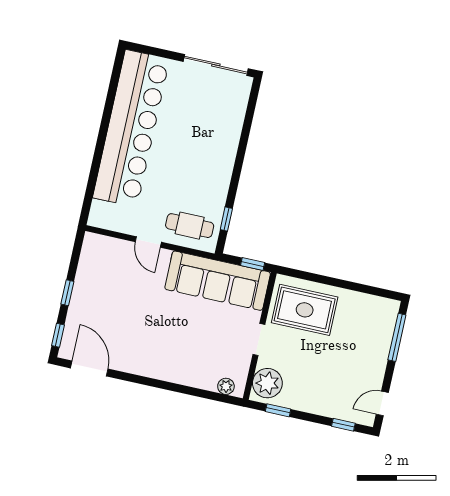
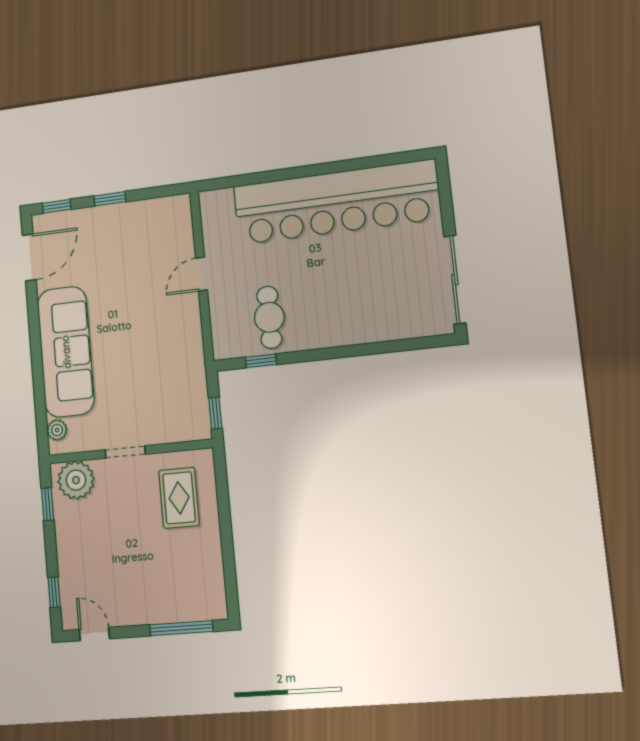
cafe table: (190, 226) -> (269, 317), moved
sofa: (218, 281) -> (66, 352), moved, turned 180
rug: (305, 310) -> (179, 498), width x0.73, depth x0.70

